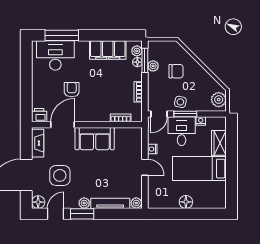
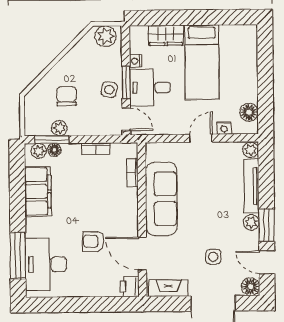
sofa: (95, 139) -> (161, 199), width x1.36
nightstand: (152, 149) -> (224, 128), moved
side table: (60, 175) -> (213, 257), width x0.54, depth x0.54
floor lamp: (186, 202) -> (249, 112), moved

